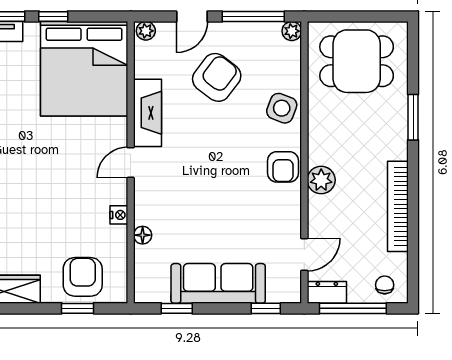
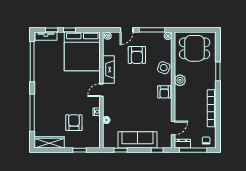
armchair: (217, 77) -> (137, 55), turned 143
plant: (321, 180) -> (180, 80), moved
armchair: (83, 277) -> (74, 123), moved

